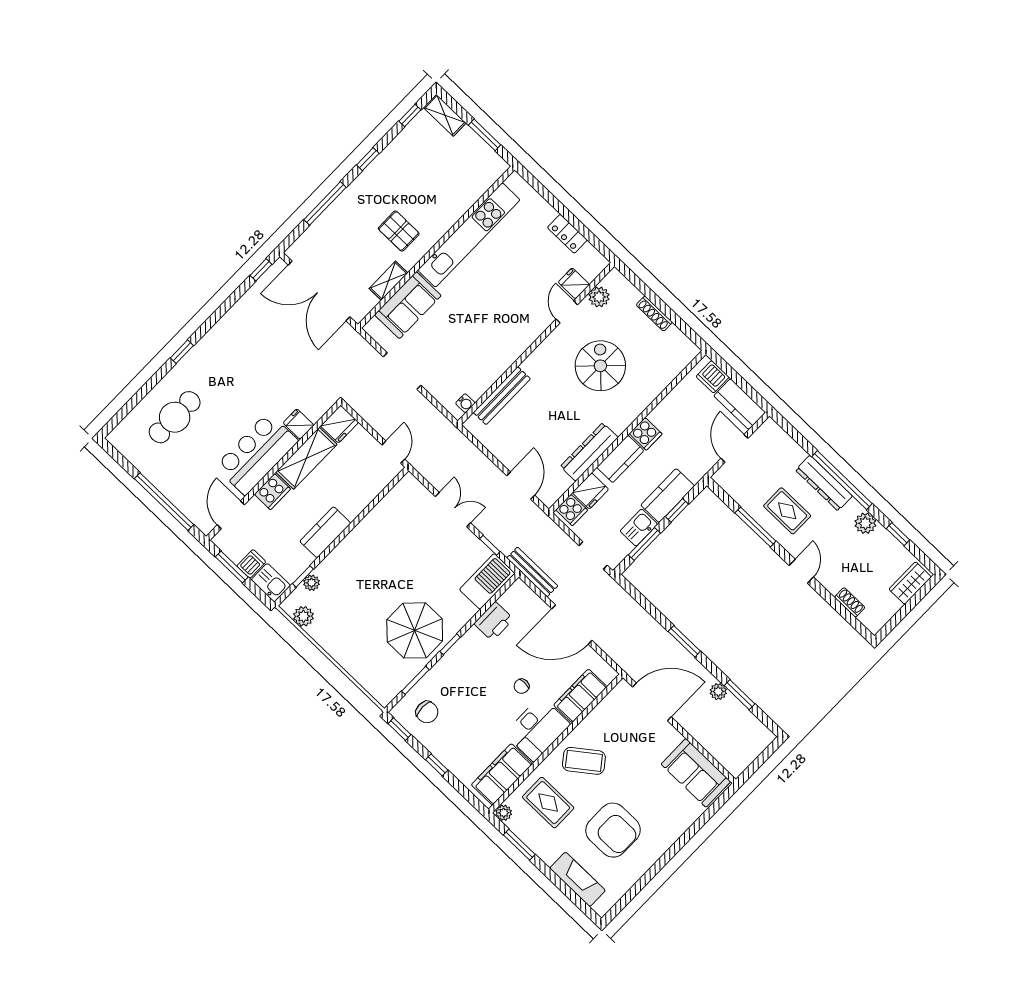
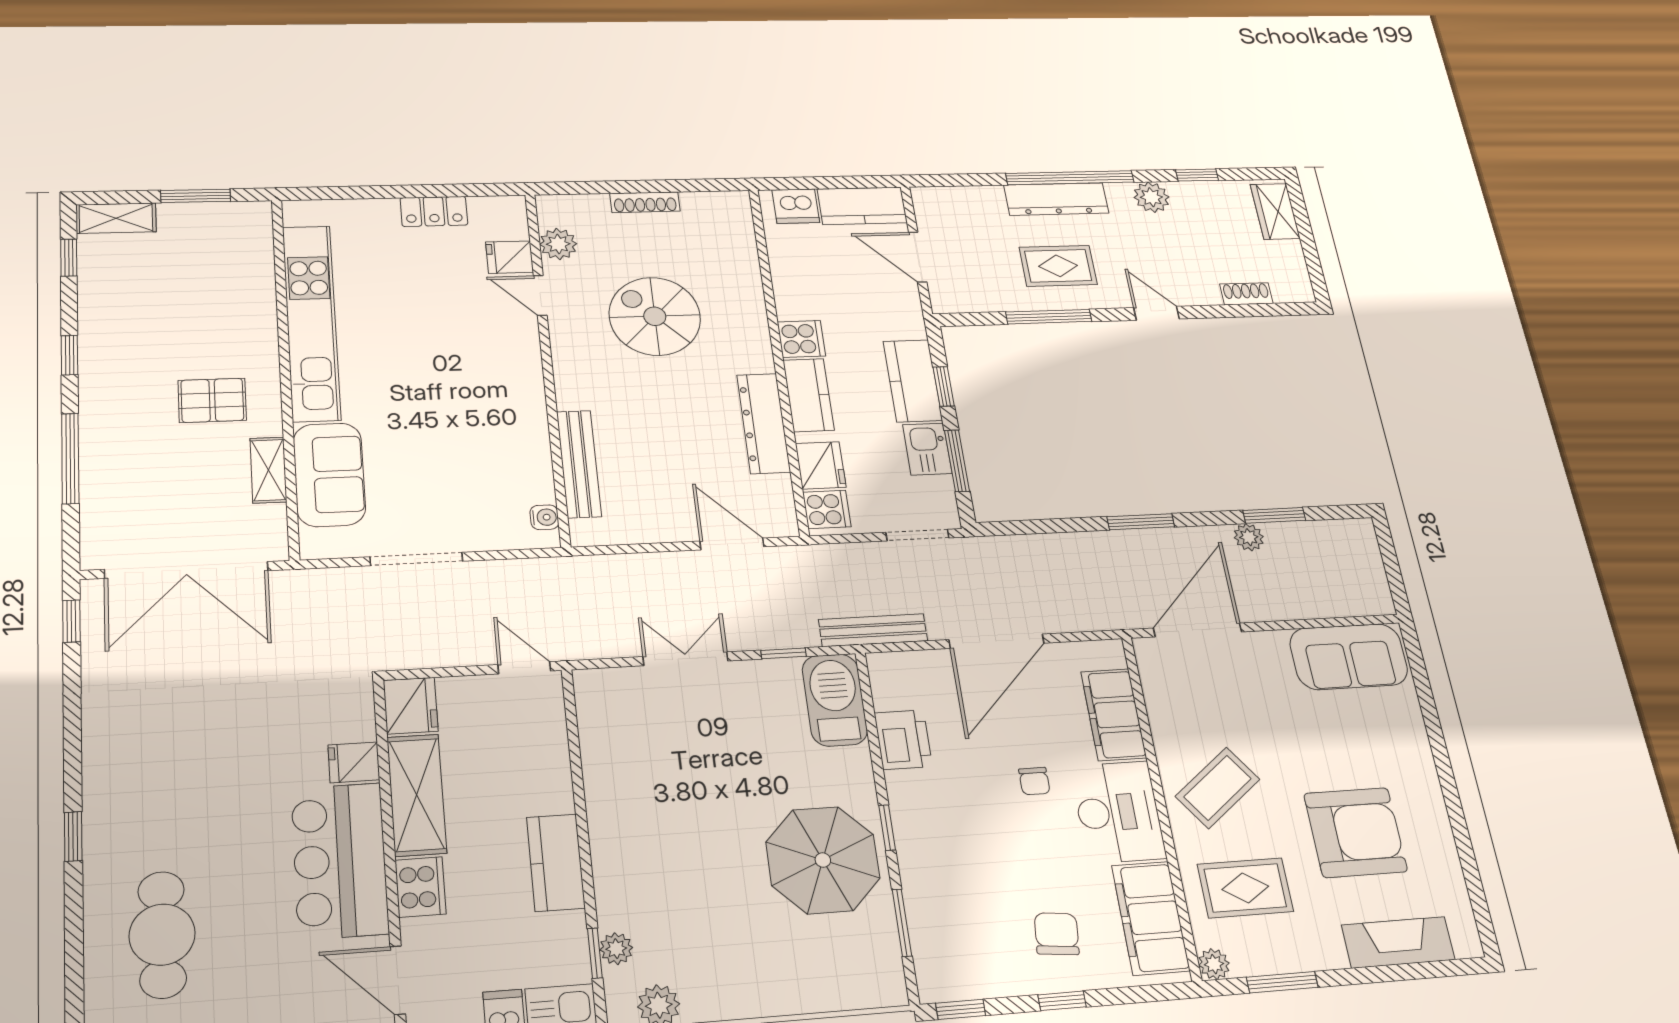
chair: (427, 712) -> (1057, 934), moved, turned -84

